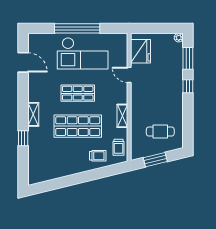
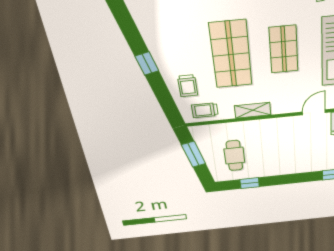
window: (188, 86) -> (250, 183), moved
window: (78, 178) -> (147, 63), added

